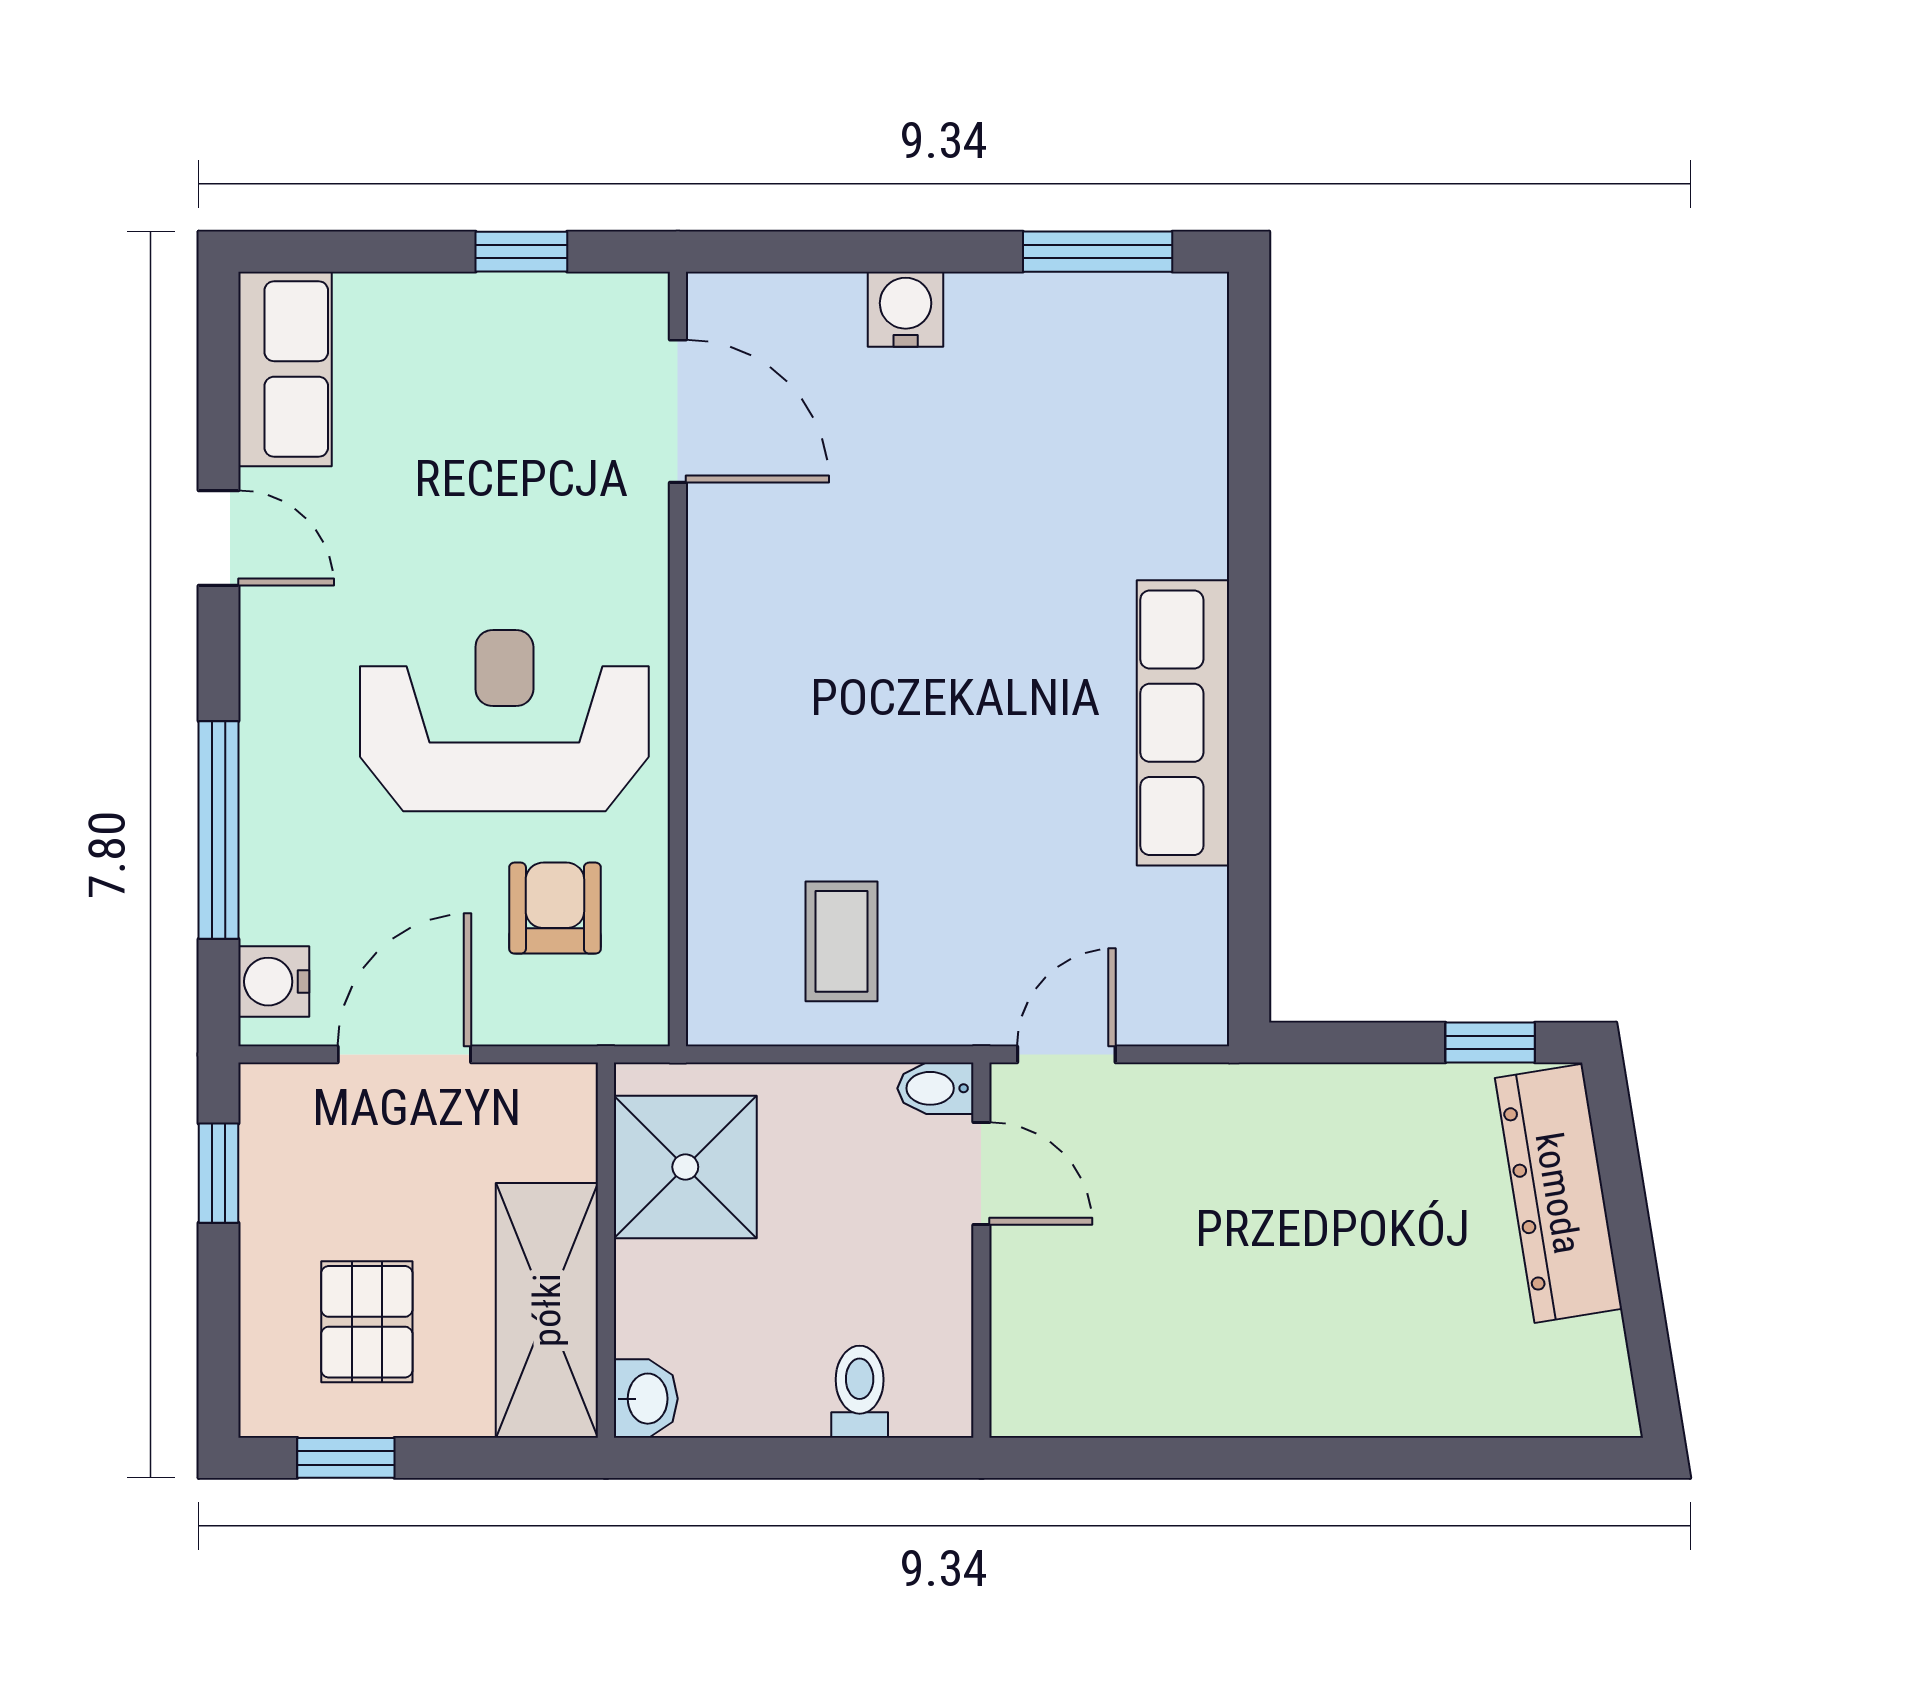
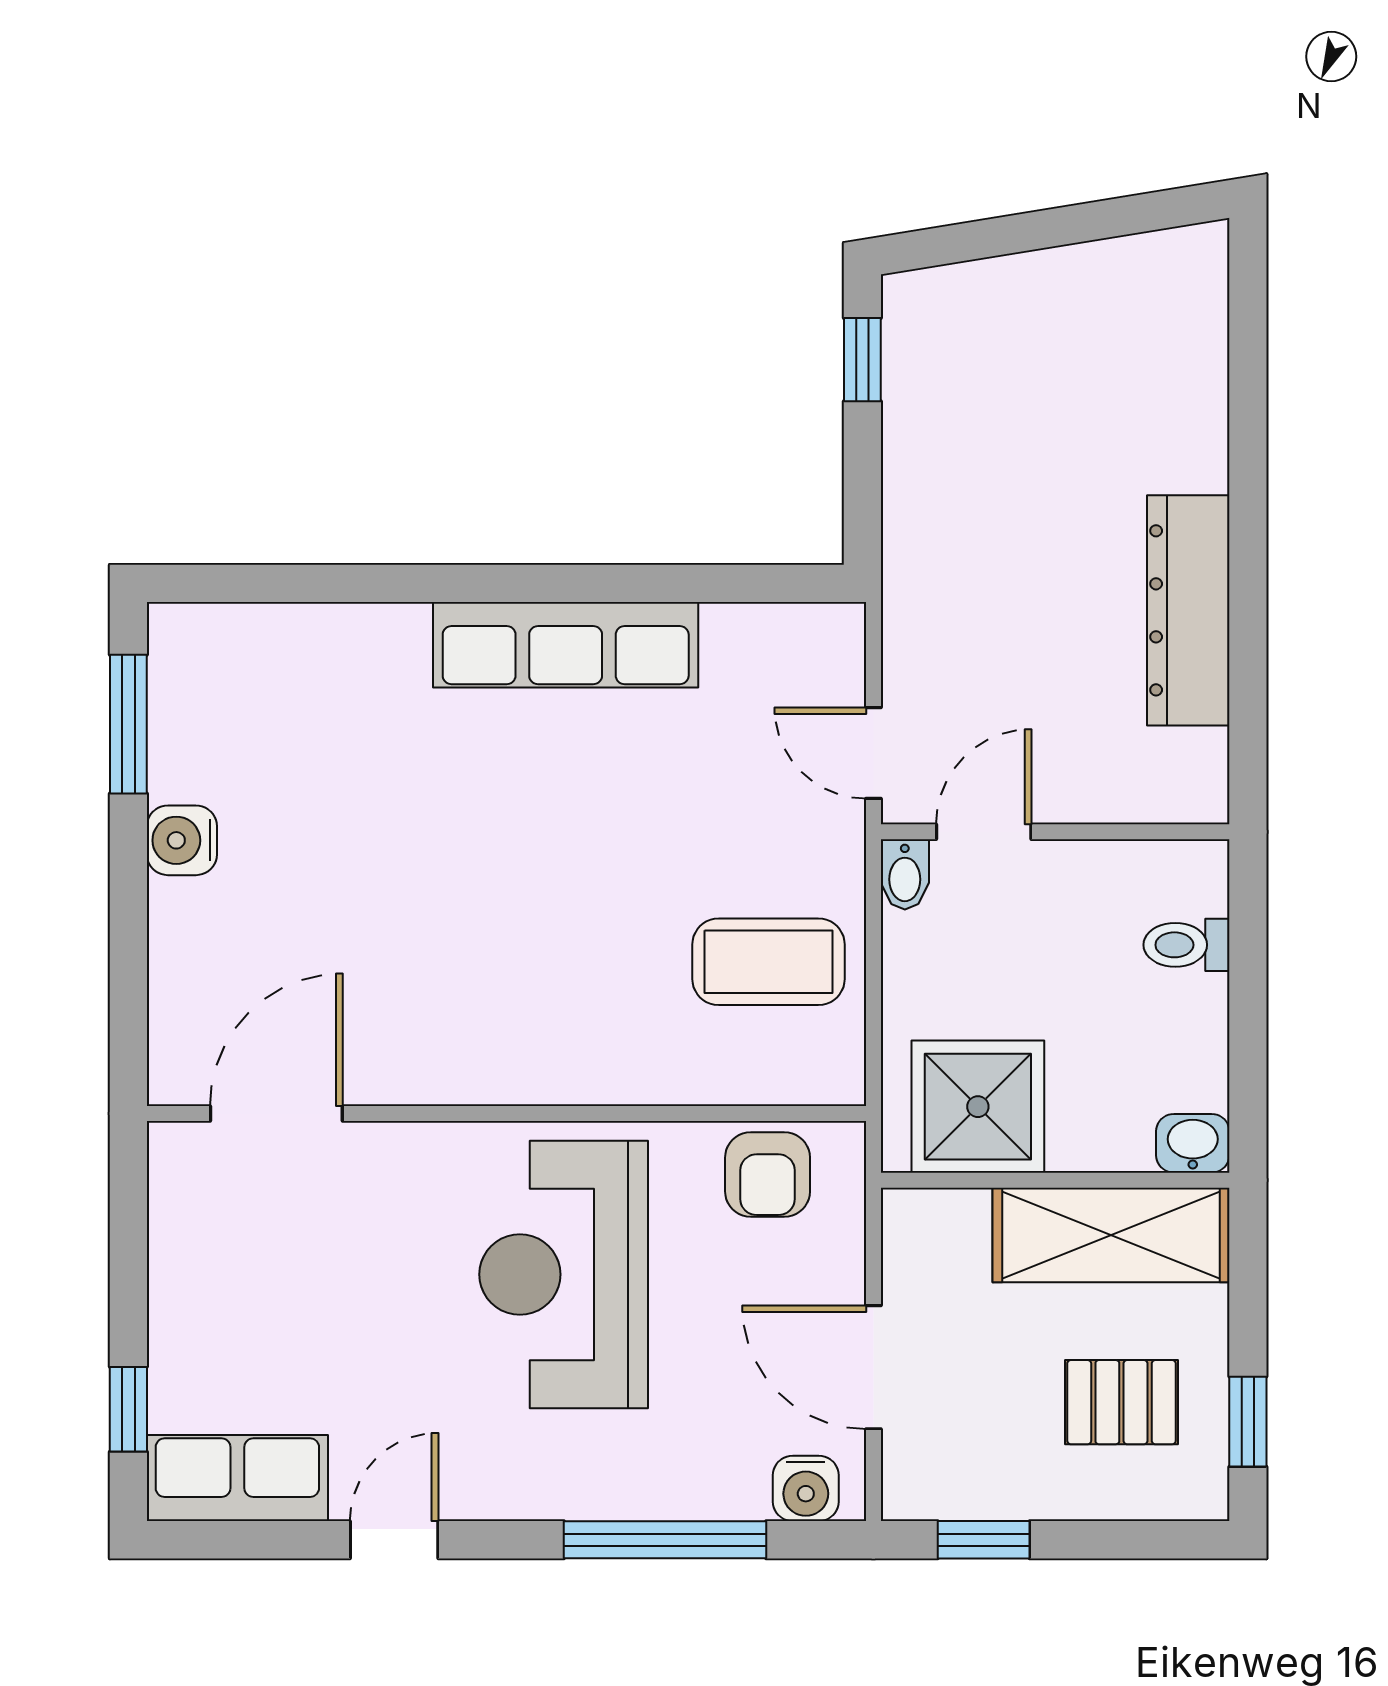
window: (521, 252) -> (128, 1409), moved
water cooler: (906, 309) -> (182, 840), moved
armchair: (555, 908) -> (768, 1174), moved, turned -90
coffee table: (841, 941) -> (768, 962), width x1.36, depth x1.30
dresser: (1558, 1193) -> (1188, 610), moved, turned 99

